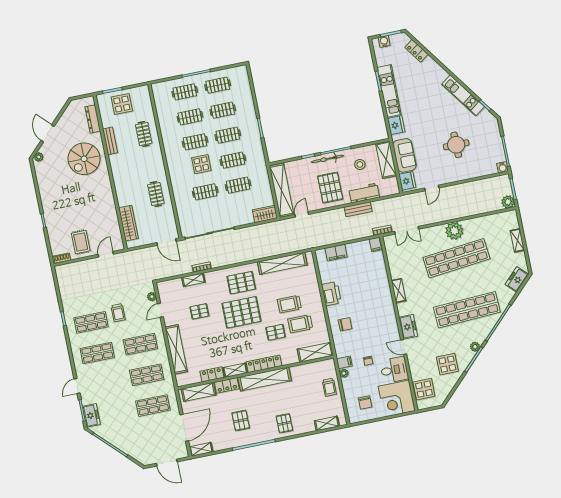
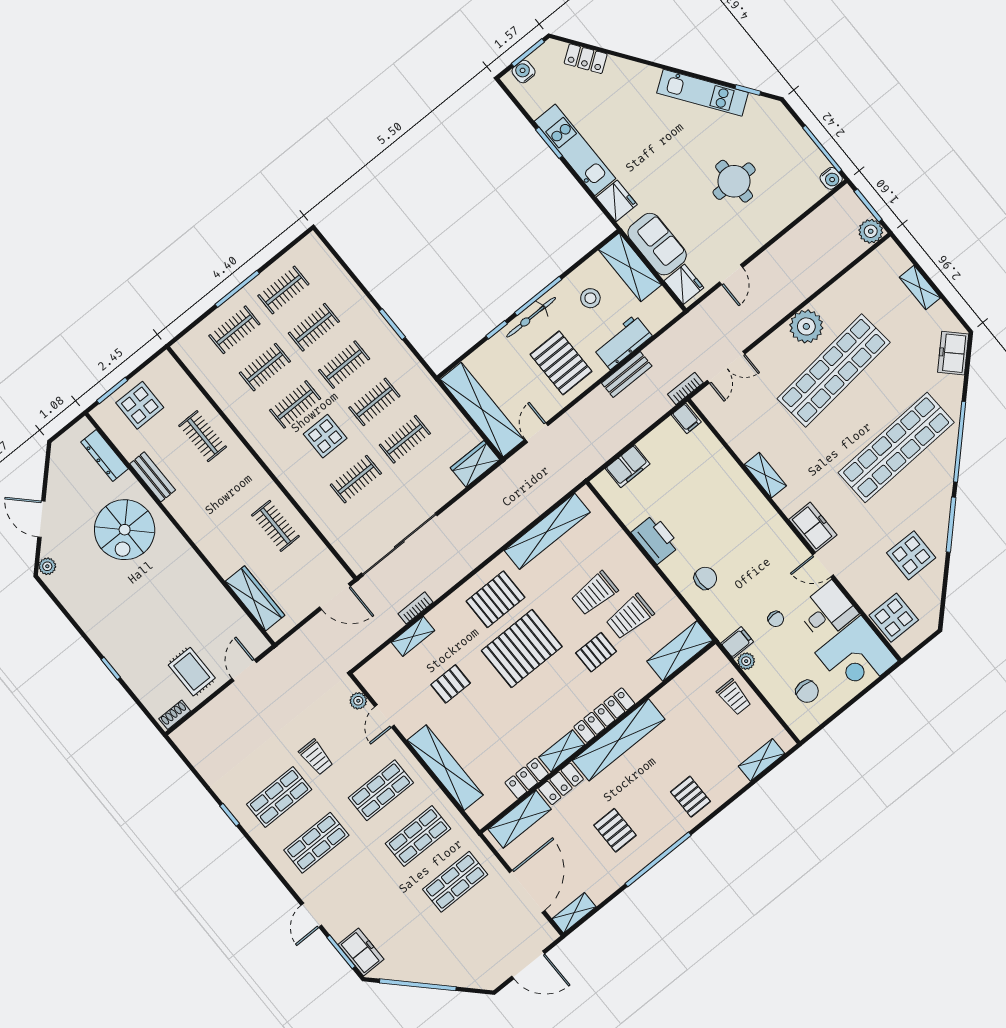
plant: (475, 347) -> (942, 502), removed

